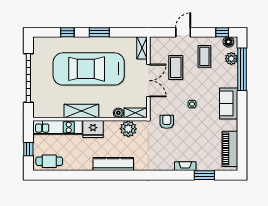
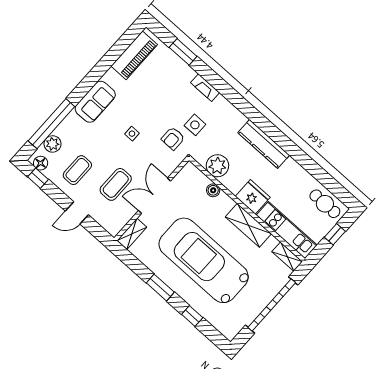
car: (89, 69) -> (204, 260), turned 180
shelving: (135, 113) -> (287, 257), moved
side table: (161, 140) -> (195, 125), added
fireplace: (185, 166) -> (205, 88), moved

